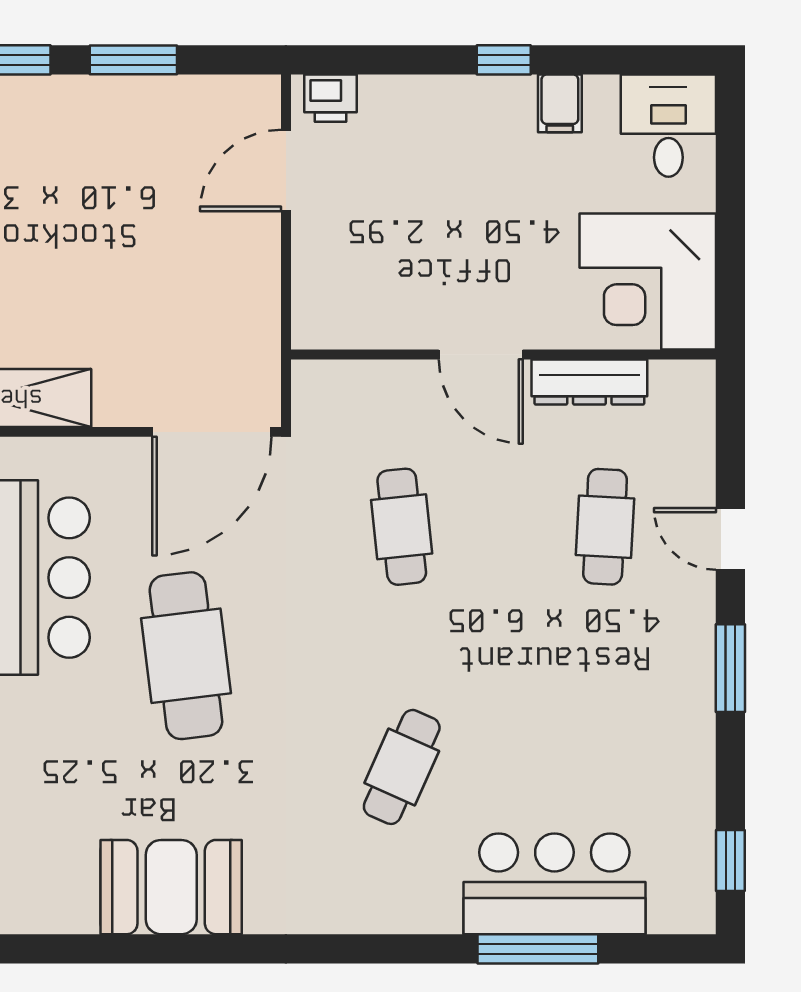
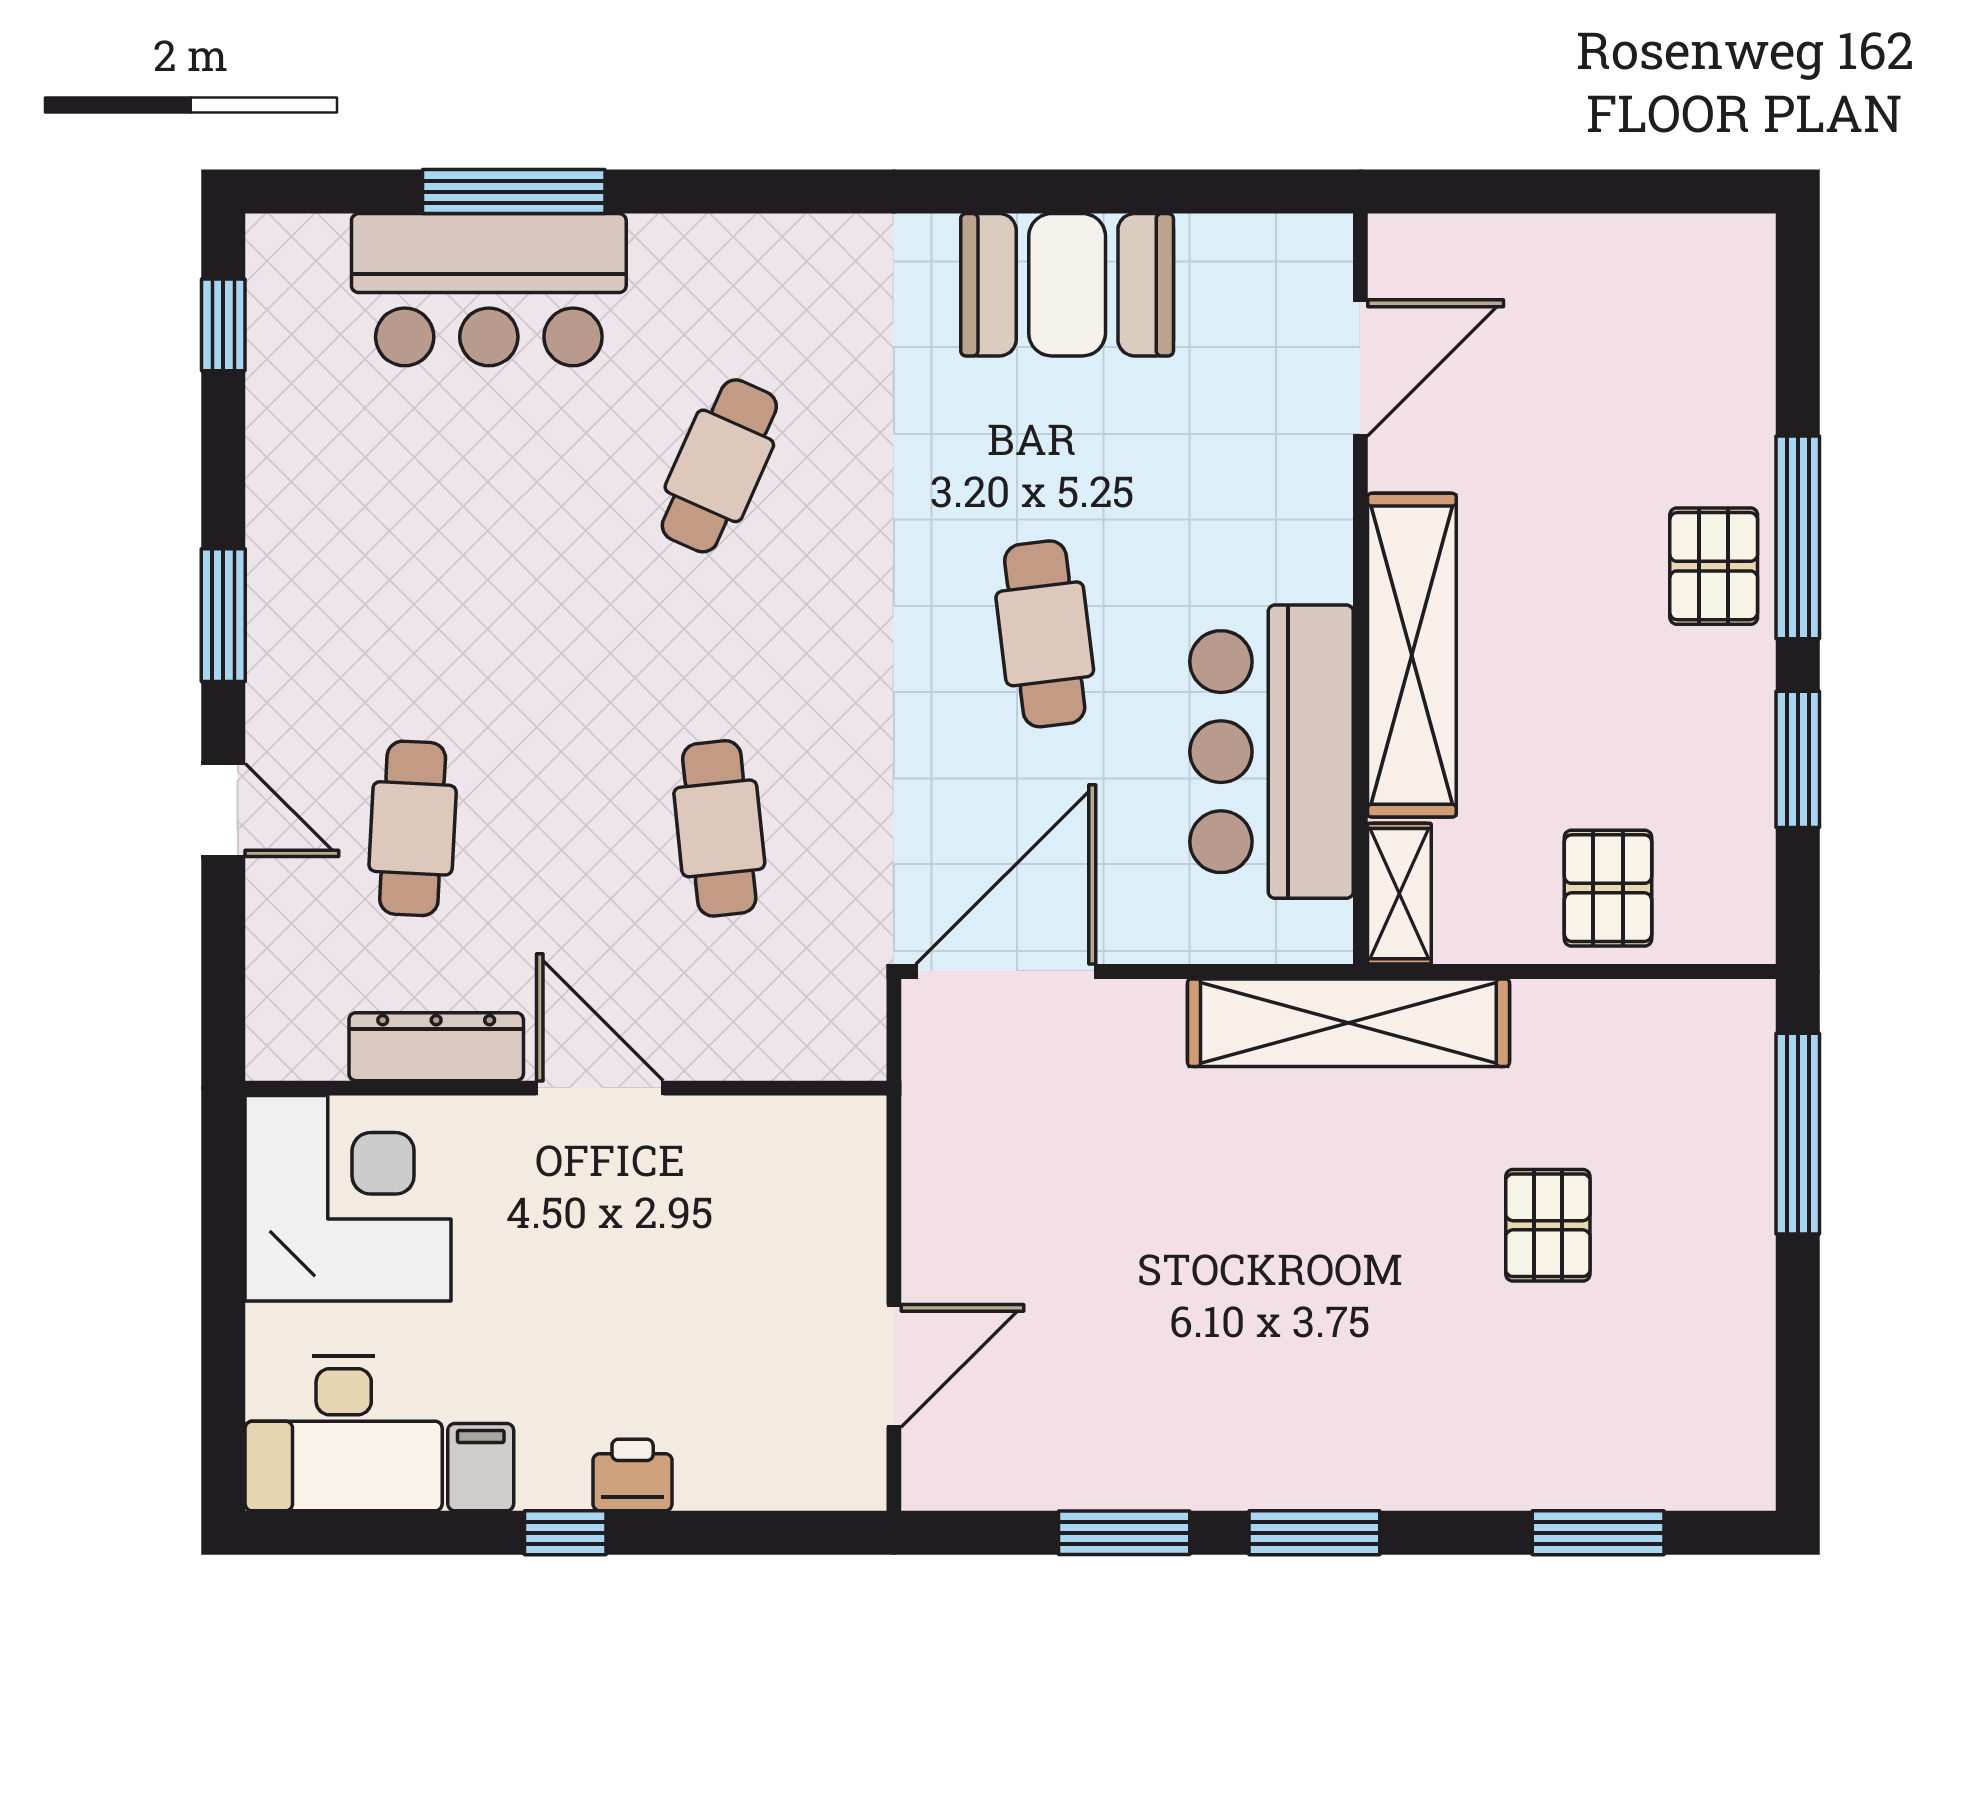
printer: (331, 98) -> (633, 1475), moved
desk: (668, 126) -> (344, 1434), width x1.37
cafe table: (186, 656) -> (1045, 634), width x0.73, depth x0.74

